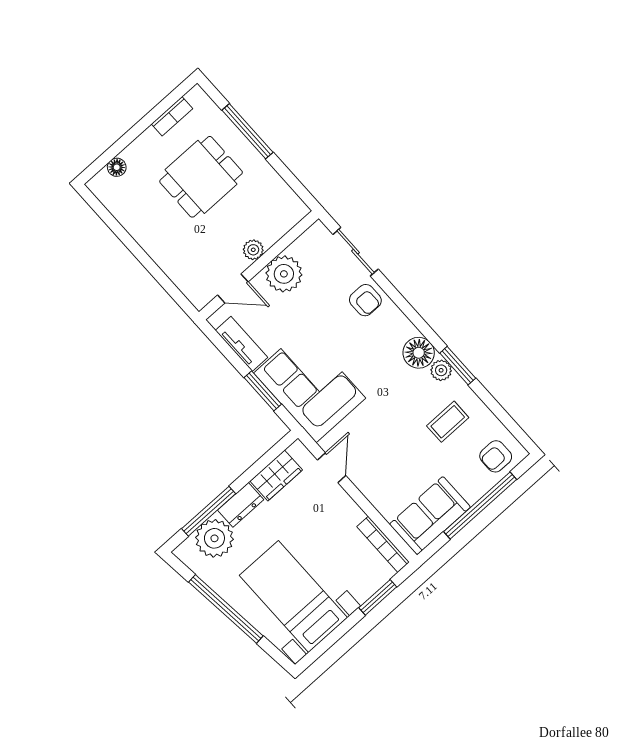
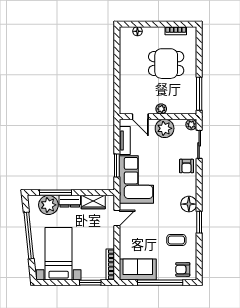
window: (247, 131) -> (199, 94), moved
plant: (441, 370) -> (191, 124), moved

